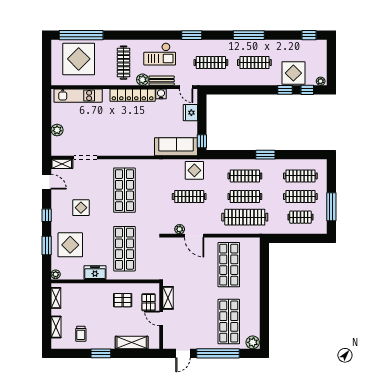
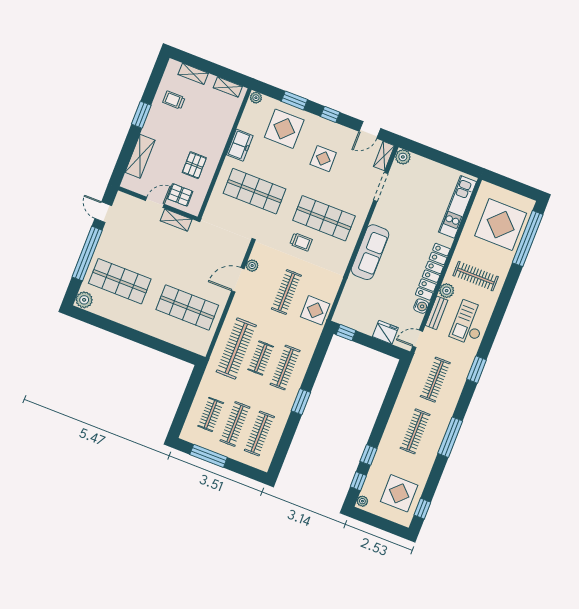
display table: (293, 73) -> (399, 493), moved
plant: (57, 130) -> (403, 157), moved
sofa: (176, 147) -> (370, 252), moved
clothes rail: (245, 197) -> (261, 358), width x0.73
trolley: (148, 200) -> (301, 242), added

